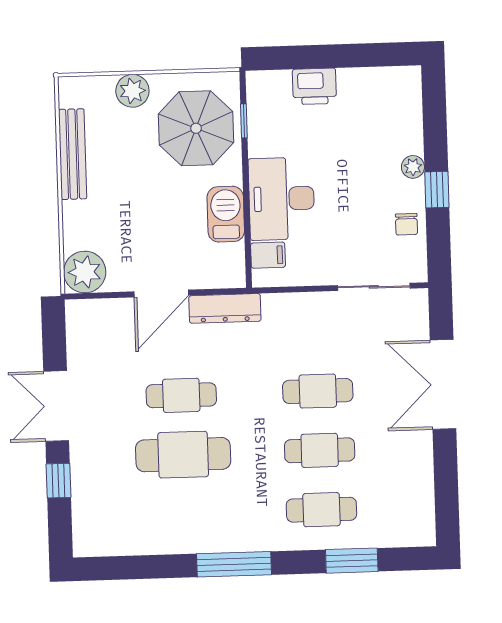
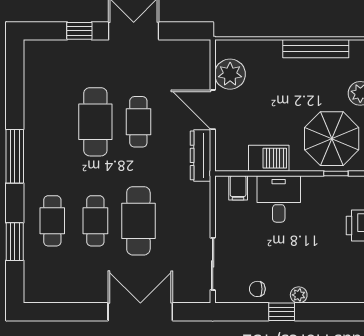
desk: (281, 199) -> (279, 199), width x0.73
plant: (85, 272) -> (230, 74), moved
cafe table: (318, 391) -> (138, 221), width x1.37, depth x1.35

